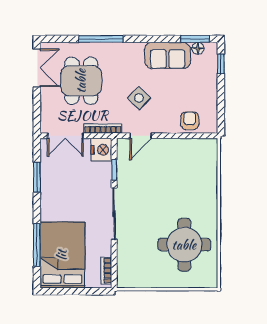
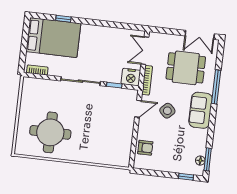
sofa: (168, 55) -> (201, 110), moved
door: (141, 136) -> (138, 109), swing flipped
window: (37, 177) -> (116, 25), removed
window: (37, 245) -> (63, 19), width x0.46

